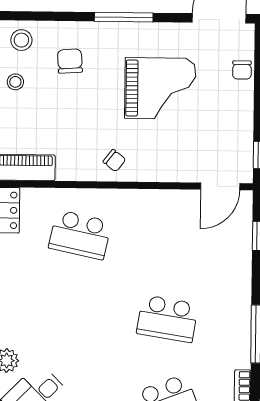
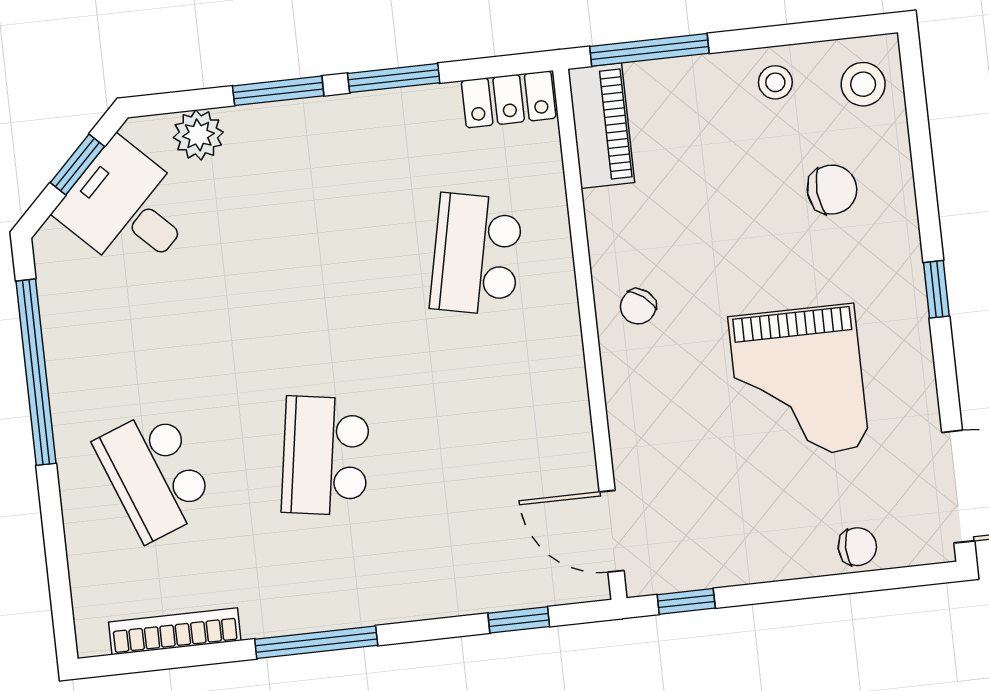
window: (124, 17) -> (936, 289), width x0.46
chair: (242, 70) -> (857, 547), turned 180

